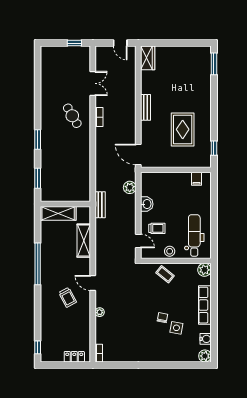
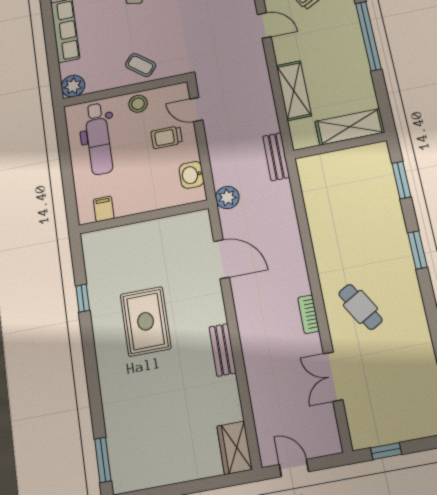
wall: (176, 170) -> (143, 217), moved
filing cabinet: (197, 179) -> (104, 209), moved

